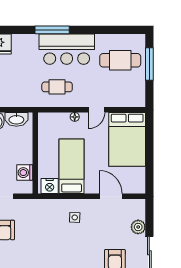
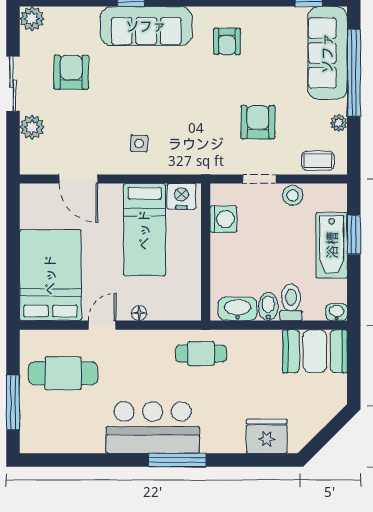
cafe table: (120, 60) -> (63, 373), moved
cafe table: (57, 87) -> (201, 353), moved

